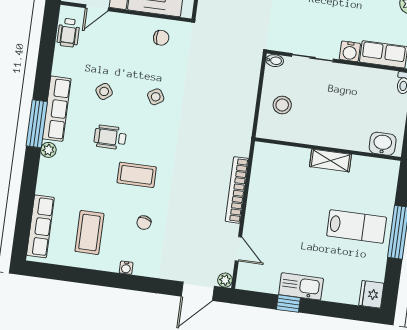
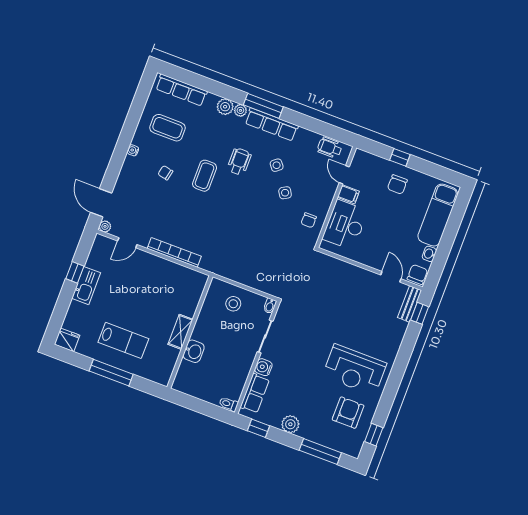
side table: (156, 97) -> (285, 193), moved
washbasin: (383, 144) -> (194, 351), moved
plant: (48, 169) -> (225, 107), added
lab bench: (357, 227) -> (123, 340), turned -90

